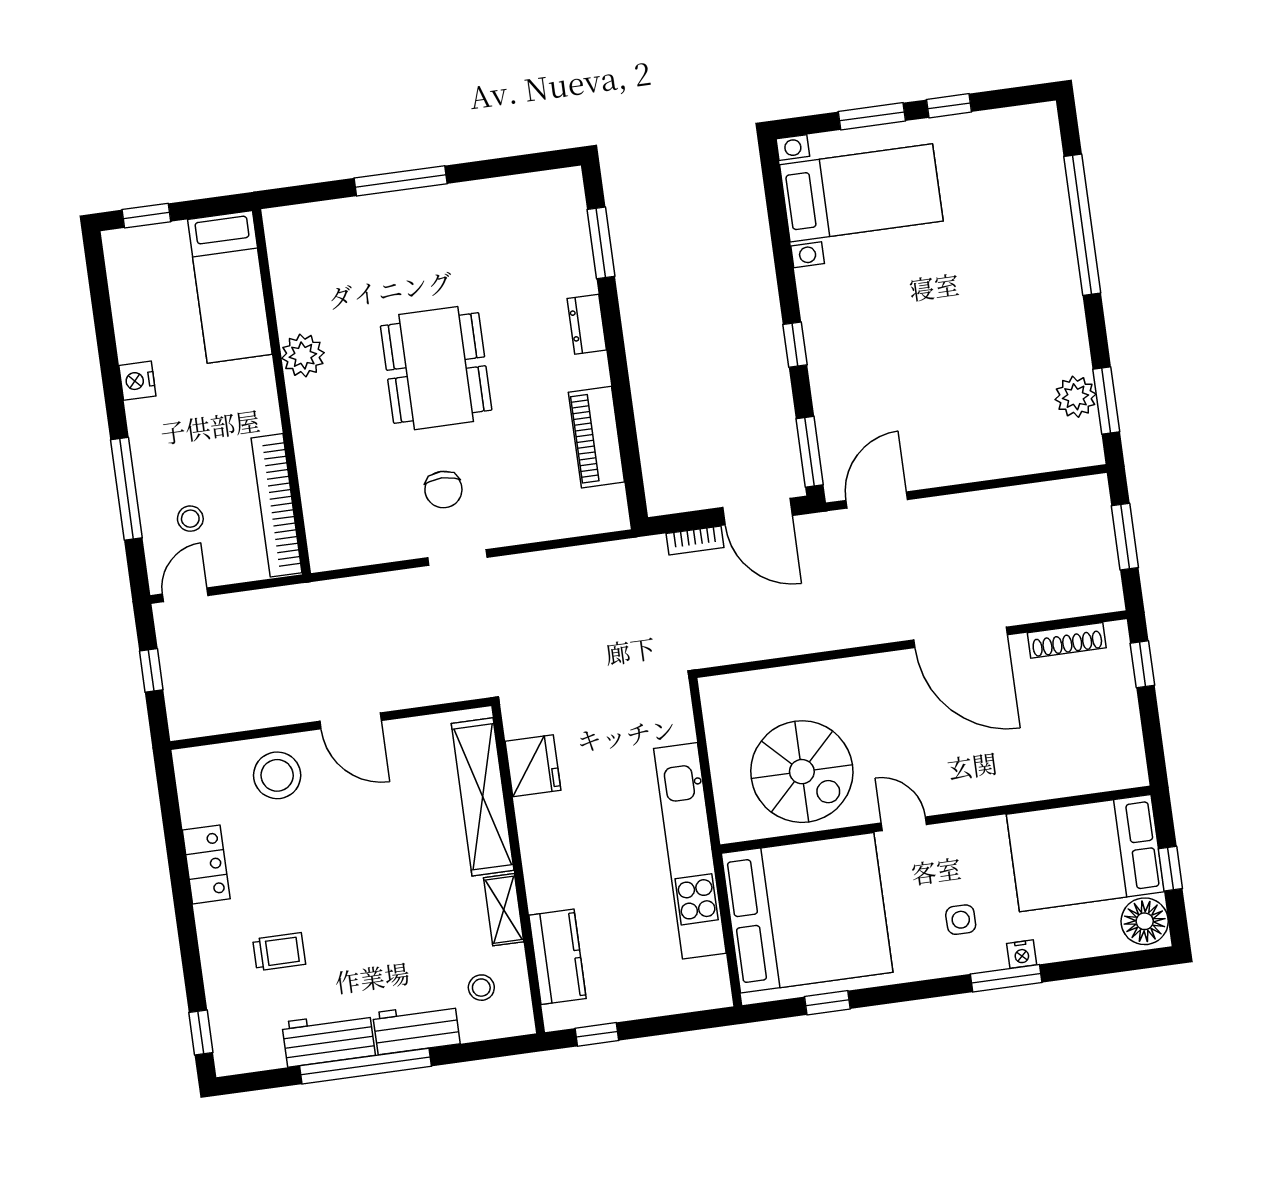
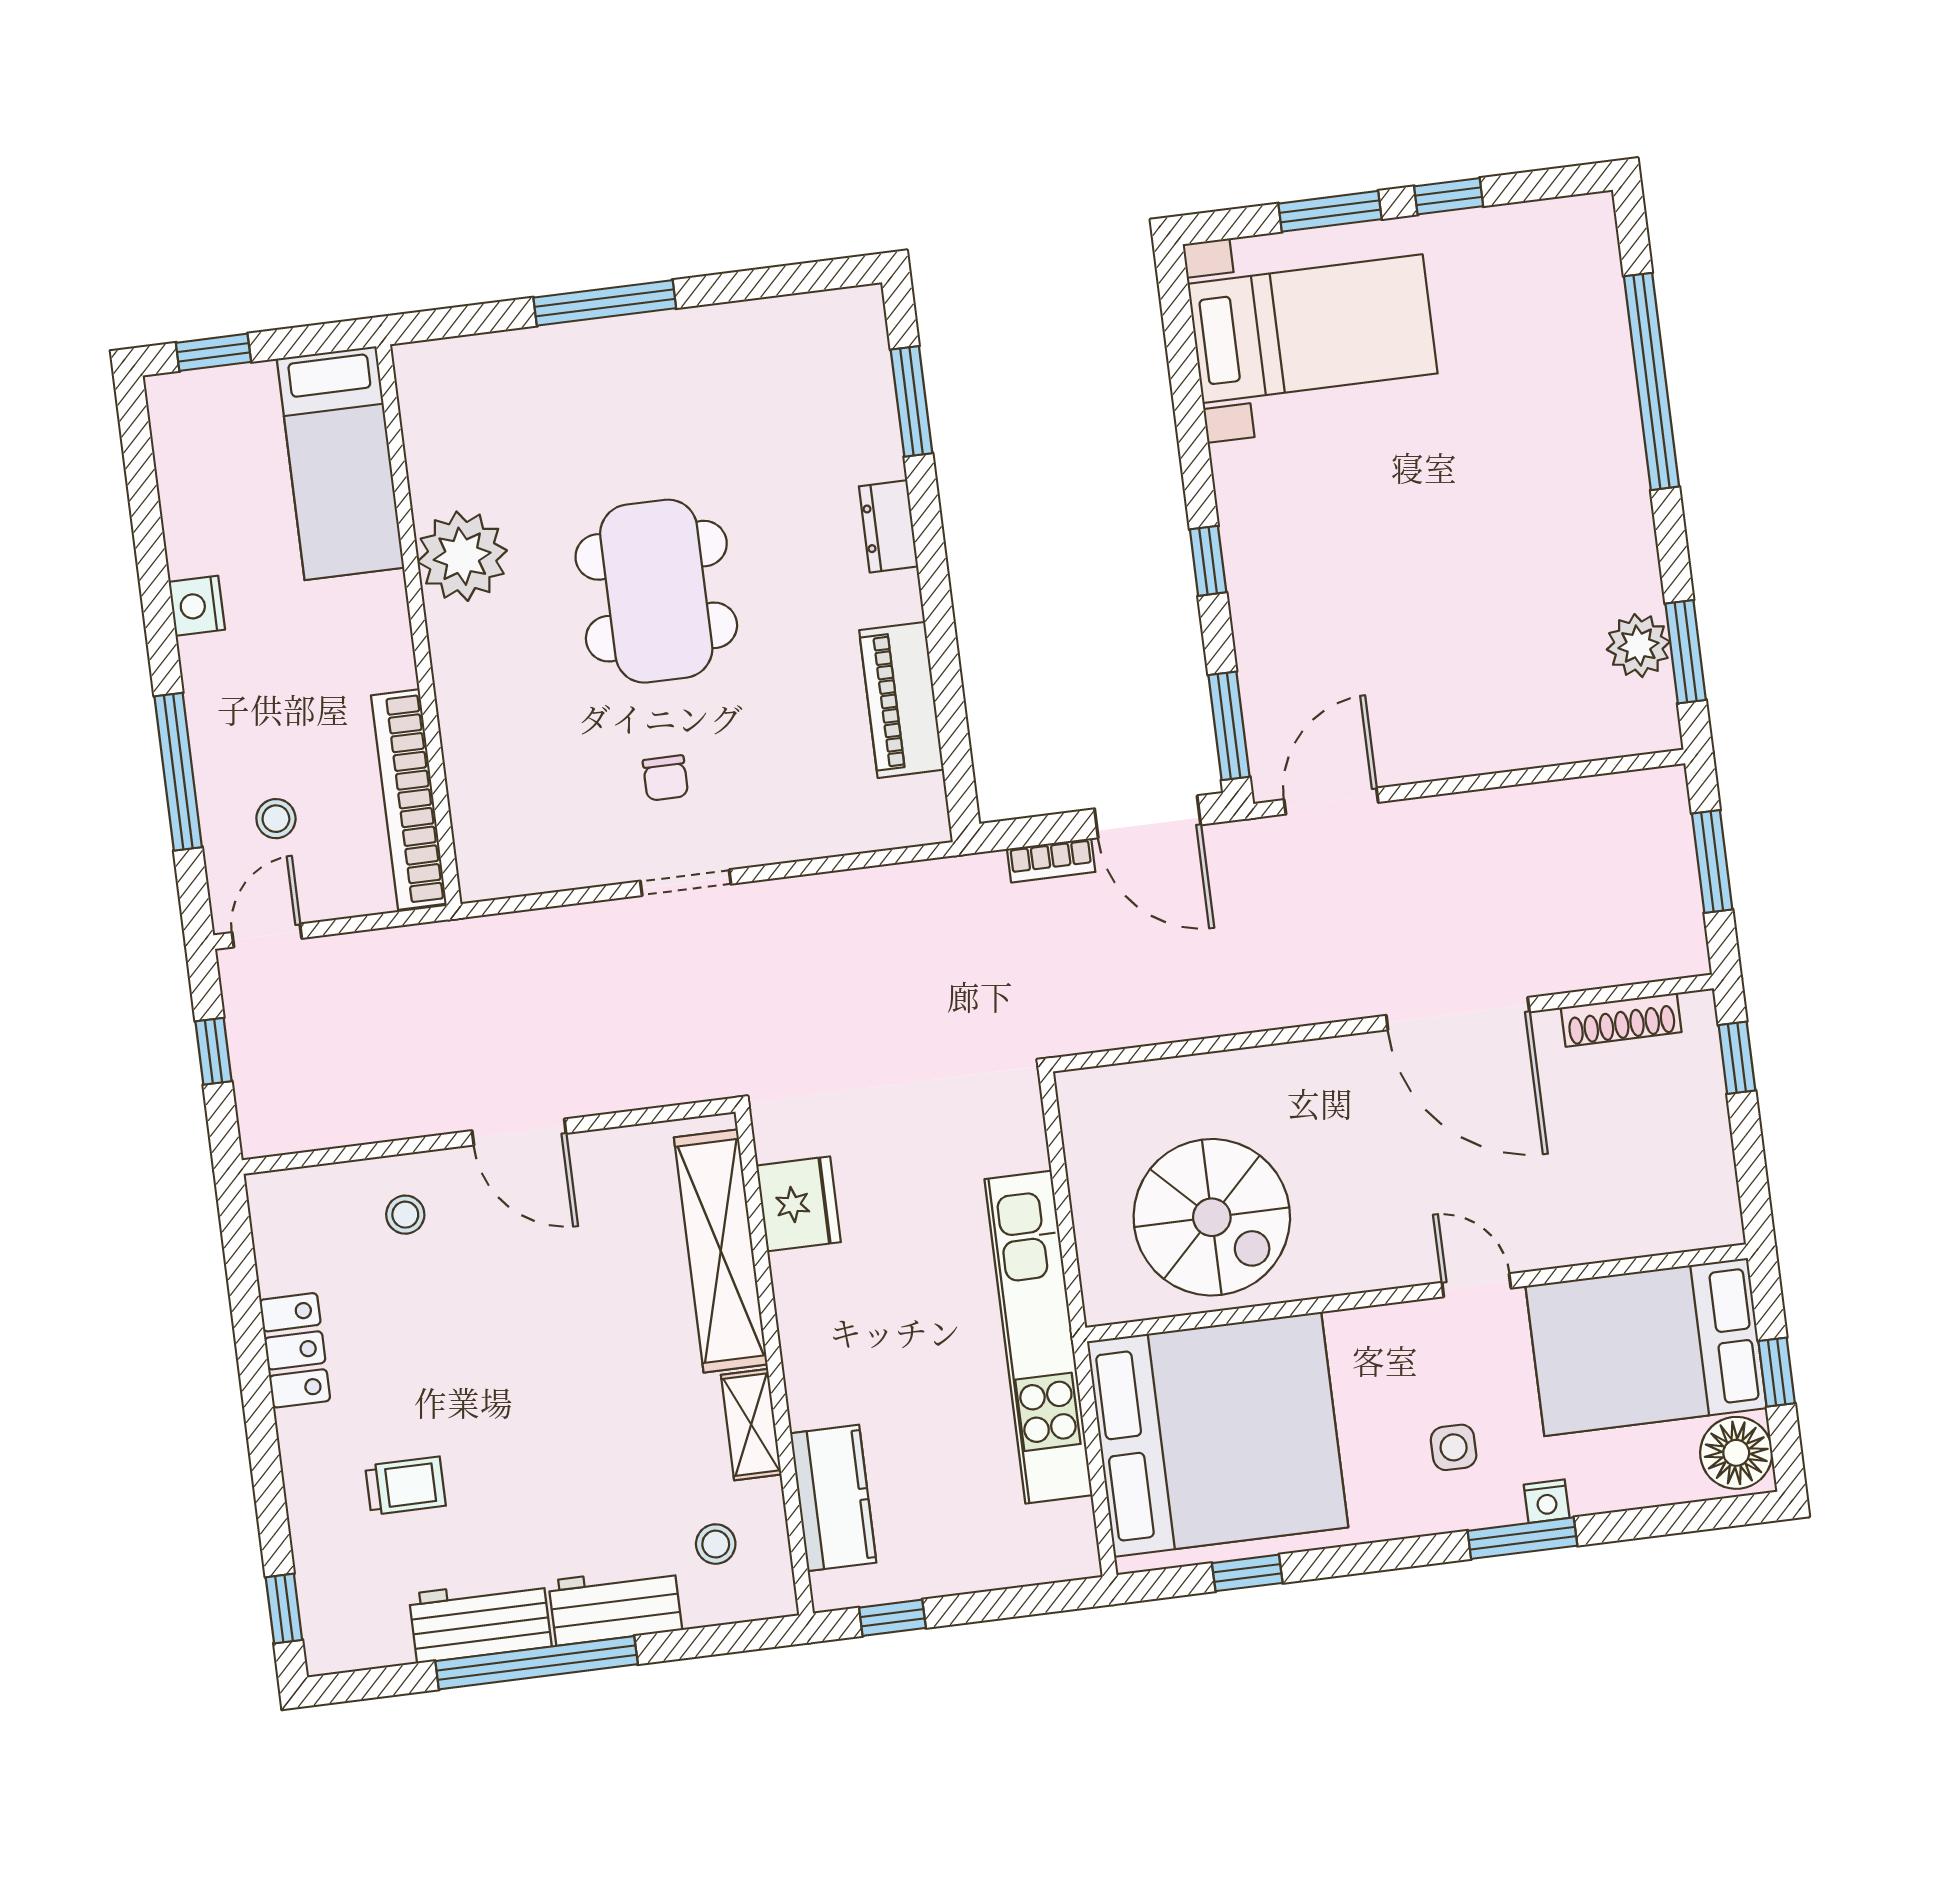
plant: (303, 355) -> (462, 556), width x1.36, depth x1.36
chair: (443, 490) -> (665, 778), width x0.73, depth x0.73
stool: (277, 775) -> (405, 1215), width x0.53, depth x0.53
door: (904, 824) -> (1476, 1285), moved

